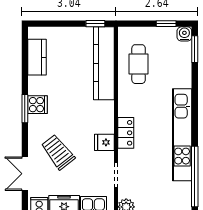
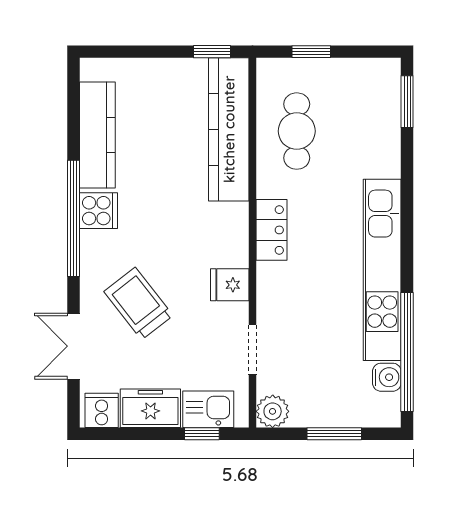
window: (166, 24) -> (311, 52), moved
water cooler: (184, 34) -> (387, 377), moved, turned 90
kitchen counter: (37, 57) -> (97, 135), width x1.50
window: (25, 109) -> (74, 218), width x2.11
locker: (126, 133) -> (272, 230), moved

